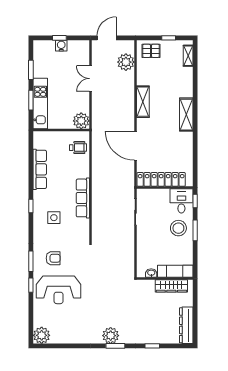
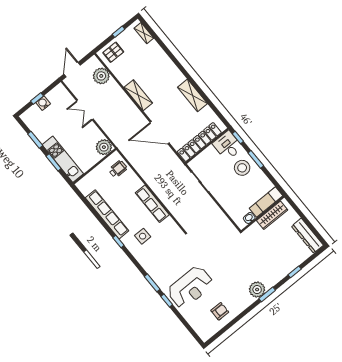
shelving: (186, 115) -> (192, 95), moved
row of seats: (40, 169) -> (107, 214), width x1.36
armchair: (53, 258) -> (220, 311), moved
plant: (42, 335) -> (205, 332), removed

